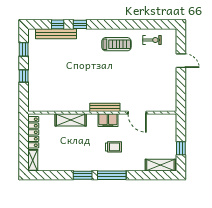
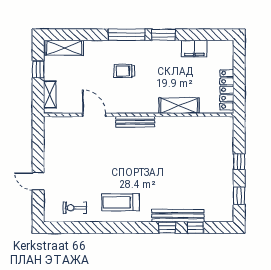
bench: (56, 34) -> (178, 216), moved
filing cabinet: (108, 120) -> (194, 49), moved, turned 180
shelving: (33, 160) -> (50, 94), moved

